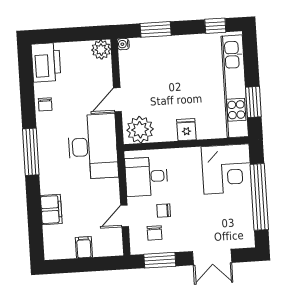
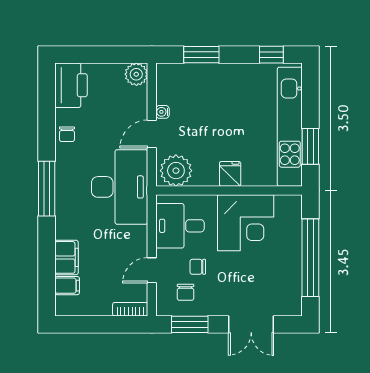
water cooler: (123, 44) -> (162, 112), moved
corner desk: (226, 169) -> (246, 223), moved
filing cabinet: (84, 247) -> (67, 286), moved, turned 90
bookcase: (108, 250) -> (130, 309), added

